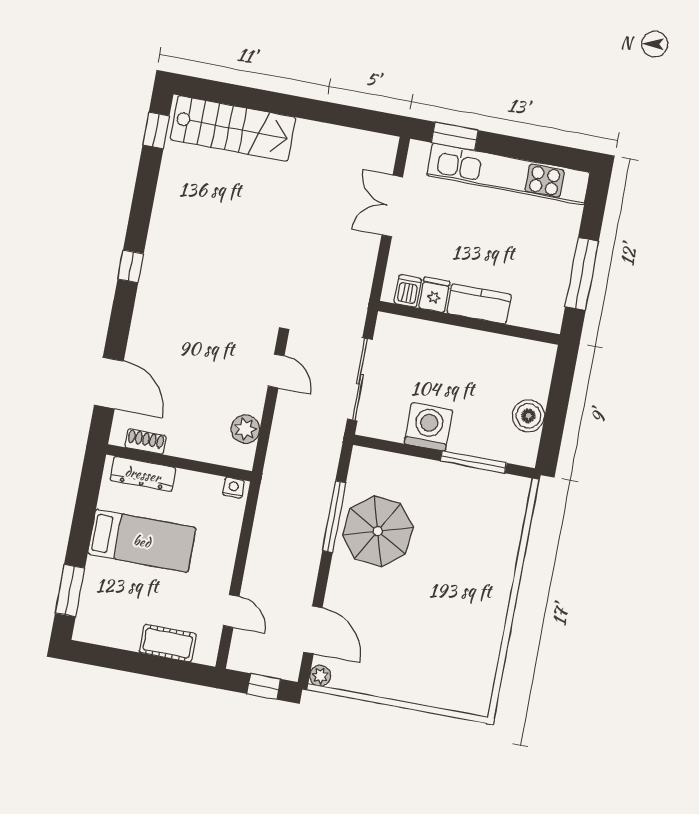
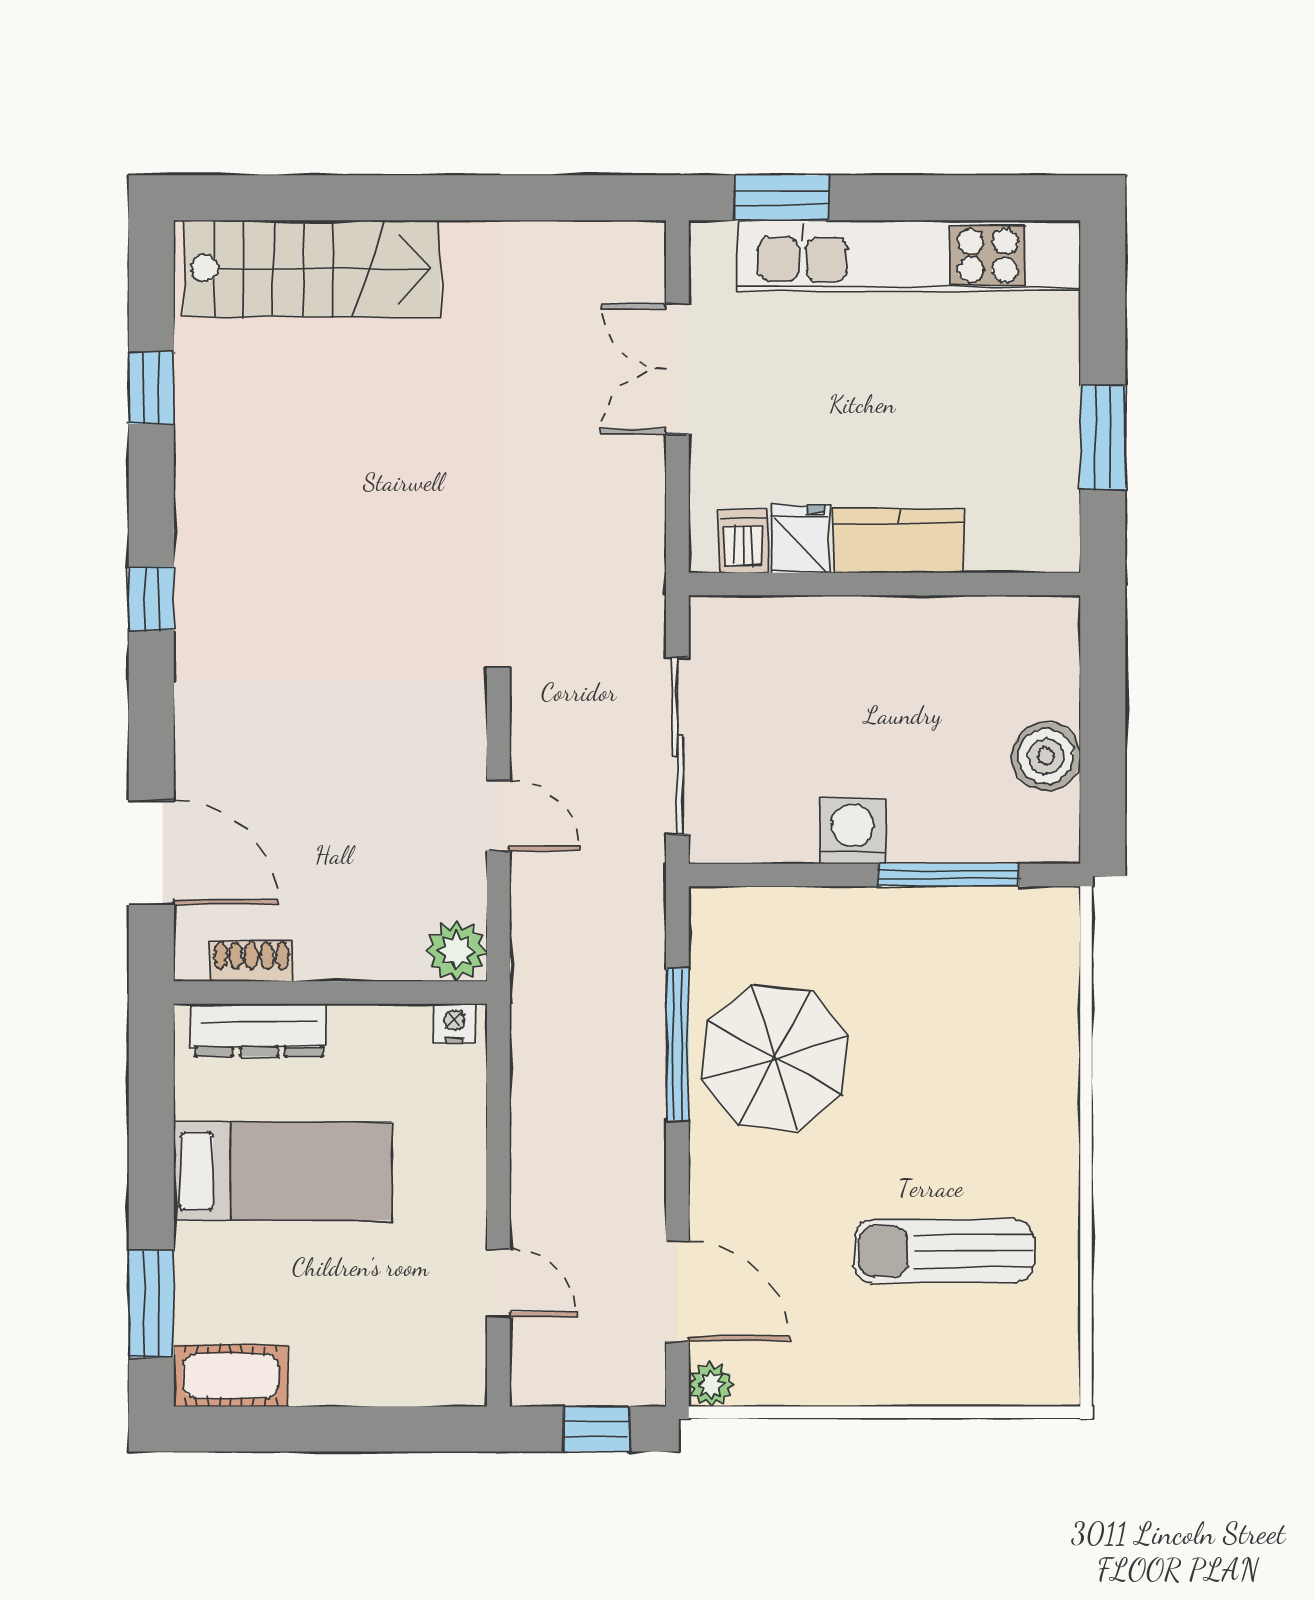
window: (156, 130) -> (151, 388), moved
window: (582, 274) -> (1103, 437), width x0.69
door: (276, 371) -> (498, 816), moved
washing machine: (428, 427) -> (853, 831), width x0.73, depth x0.73
plant: (245, 429) -> (457, 951), moved
sun lounger: (439, 635) -> (944, 1251), added
cot: (168, 643) -> (231, 1376), moved

